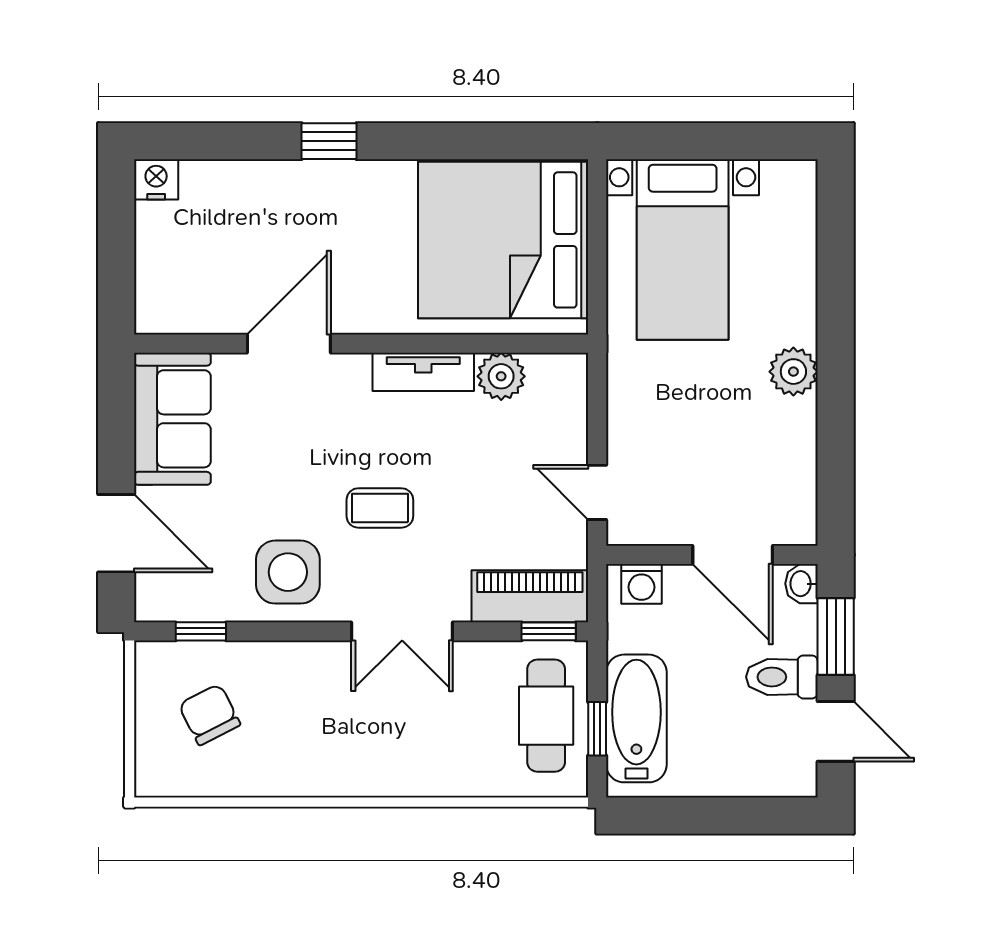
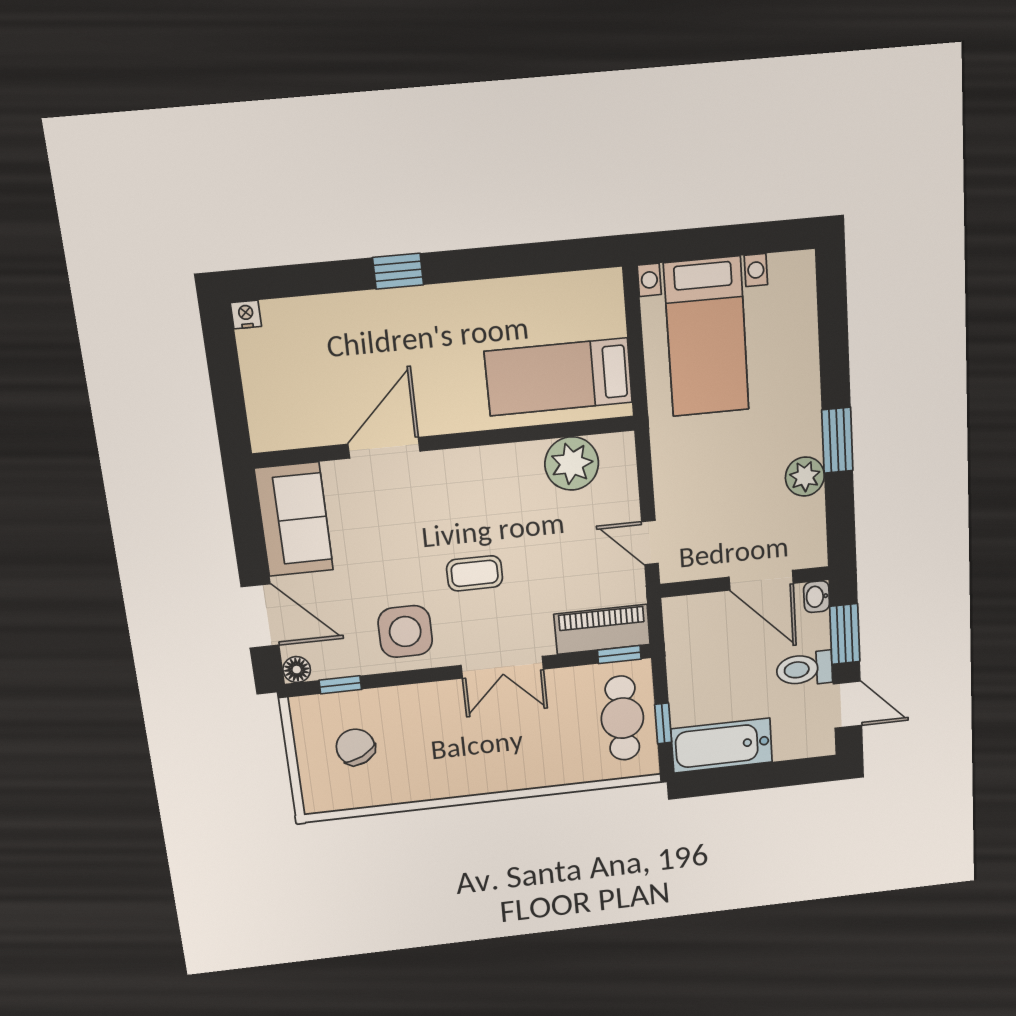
nightstand: (156, 179) -> (246, 314), width x0.72, depth x0.74
bed: (503, 240) -> (559, 377), width x0.49
tv unit: (423, 372) -> (499, 460), removed
plant: (793, 372) -> (805, 477), moved
plant: (501, 376) -> (572, 464), width x1.36, depth x1.36
window: (836, 389) -> (837, 440), added
washing machine: (642, 584) -> (690, 610), removed
floor lamp: (151, 606) -> (297, 670), added
bathtub: (636, 718) -> (722, 746), moved, turned -90

